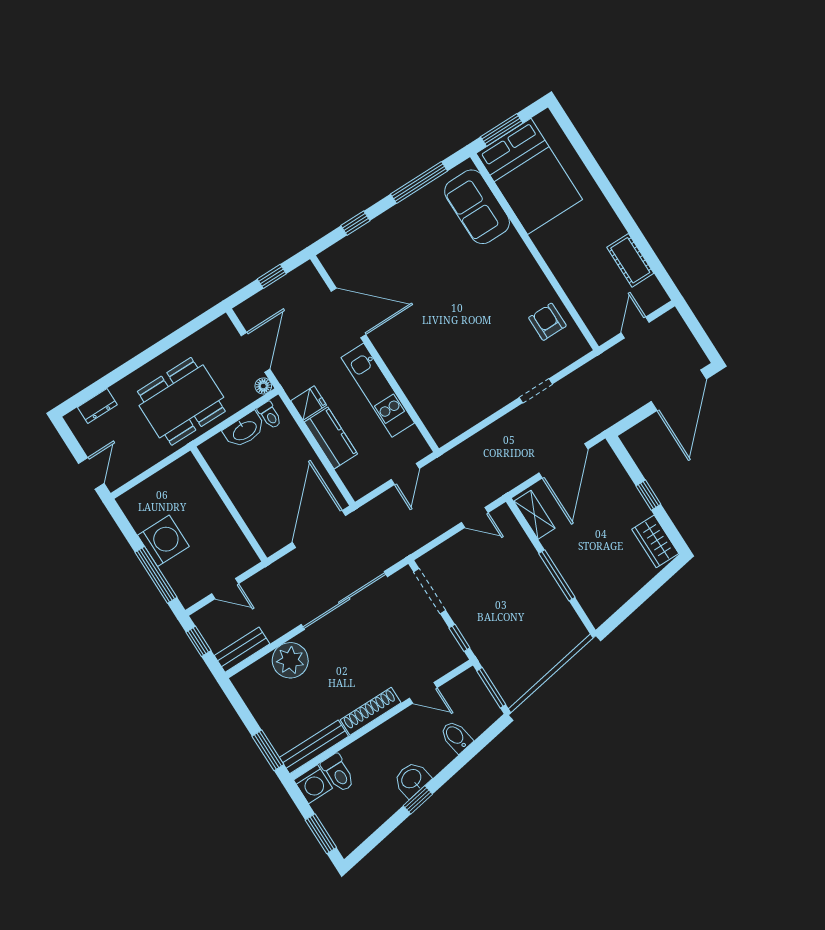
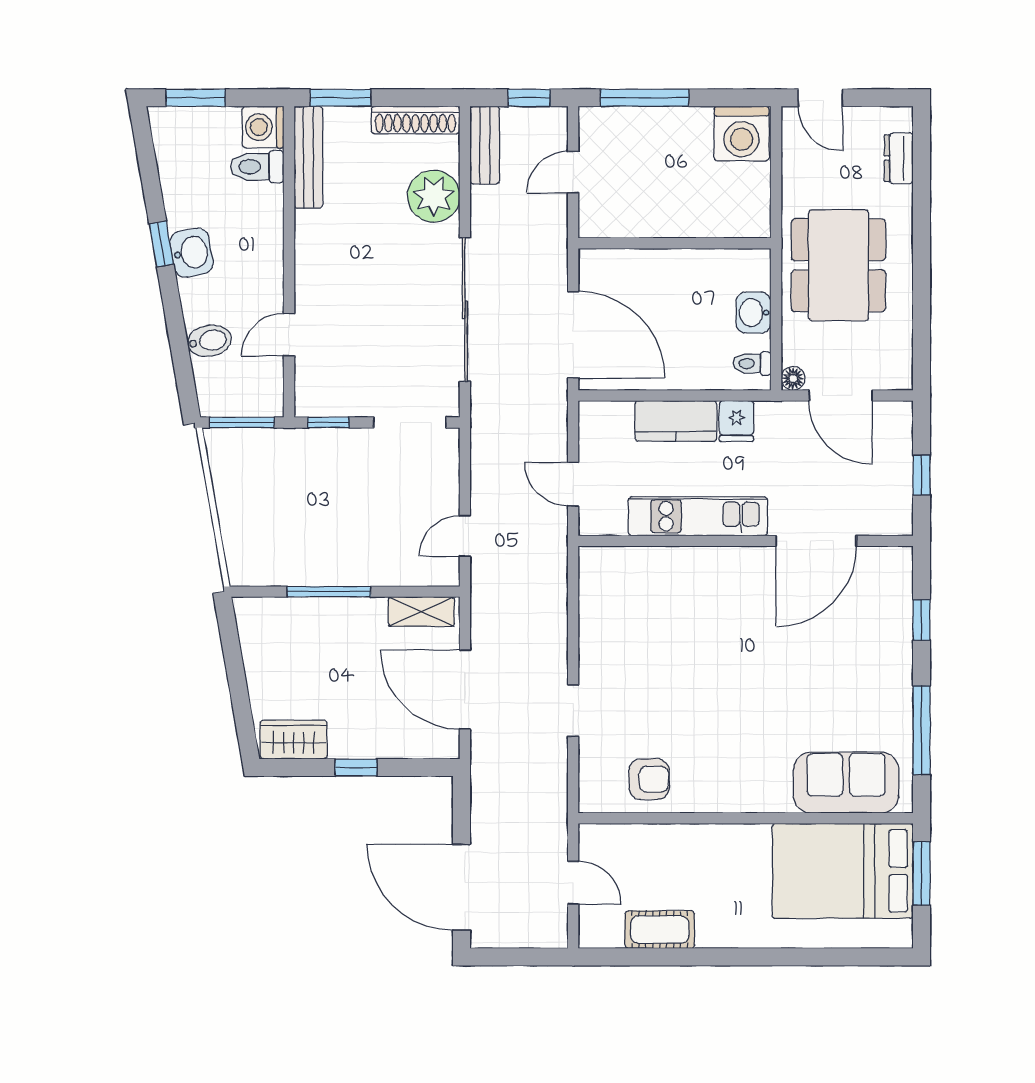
washbasin: (244, 430) -> (754, 313), width x0.72
washing machine: (163, 541) -> (742, 134), moved
shoe rack: (371, 711) -> (416, 120), moved, turned 90

